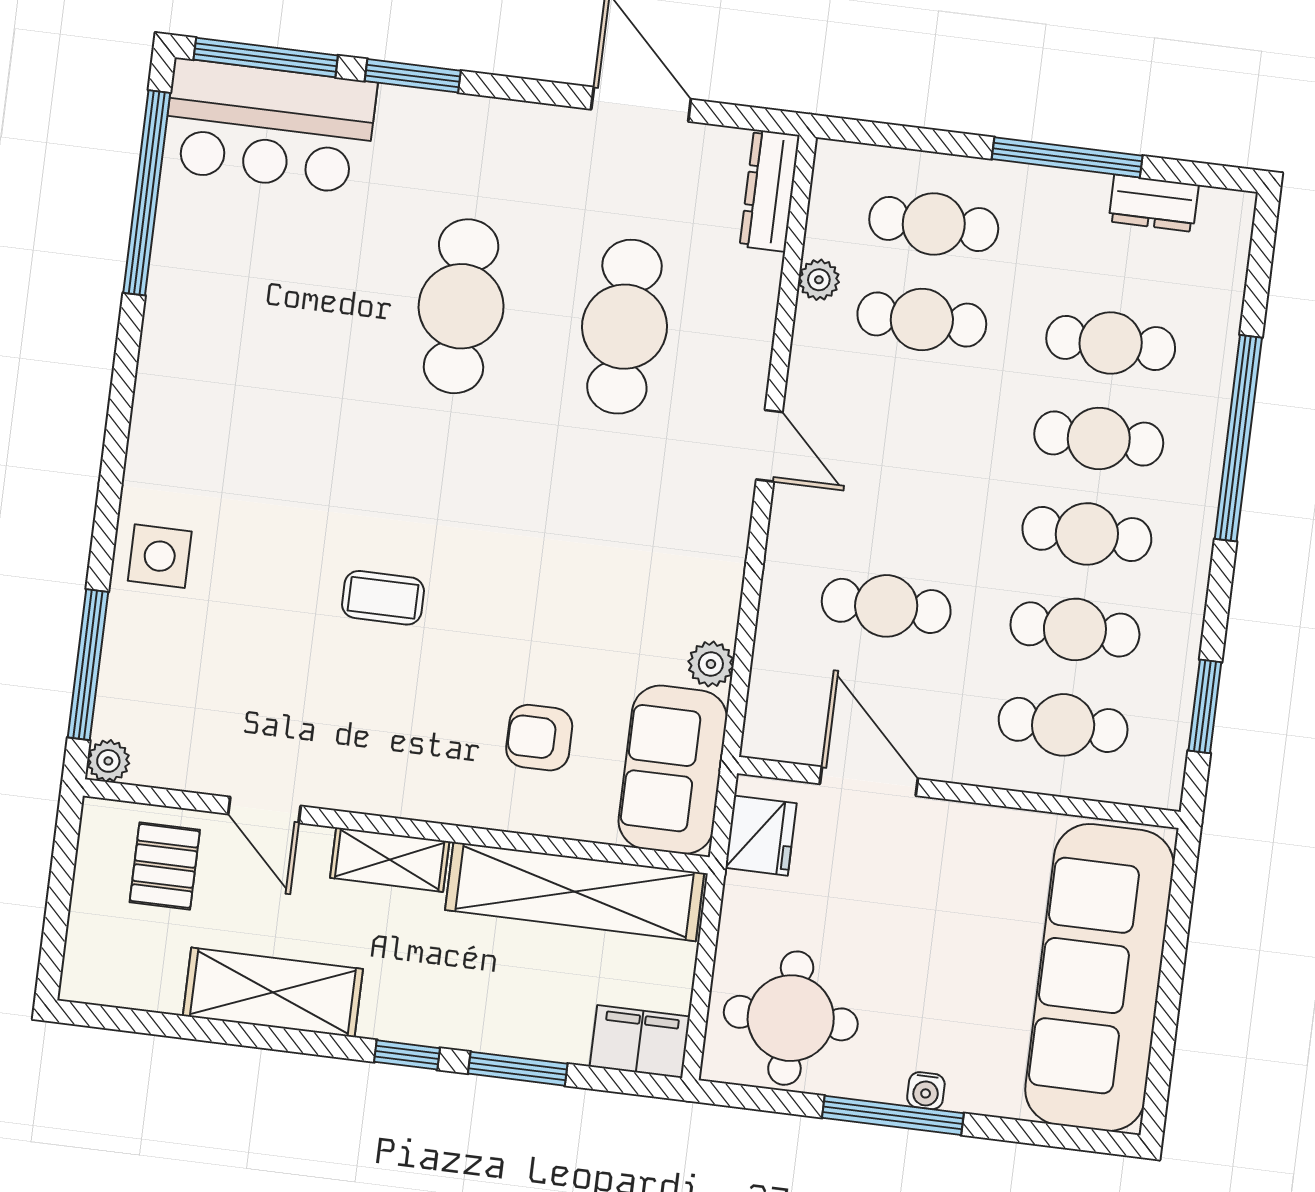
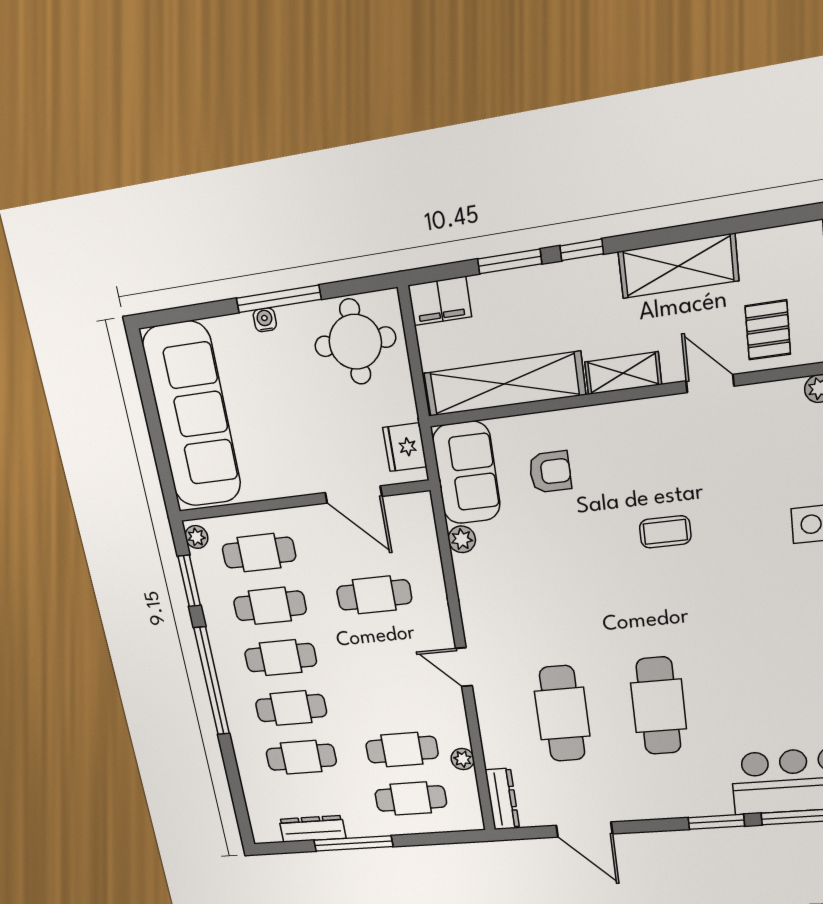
dresser: (1154, 203) -> (312, 829), width x1.44
window: (1238, 438) -> (212, 681), moved
plant: (1164, 778) -> (196, 537), added

